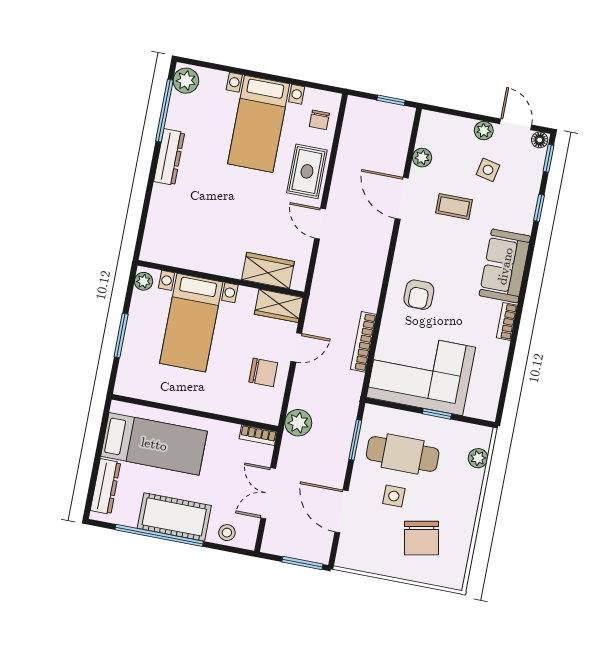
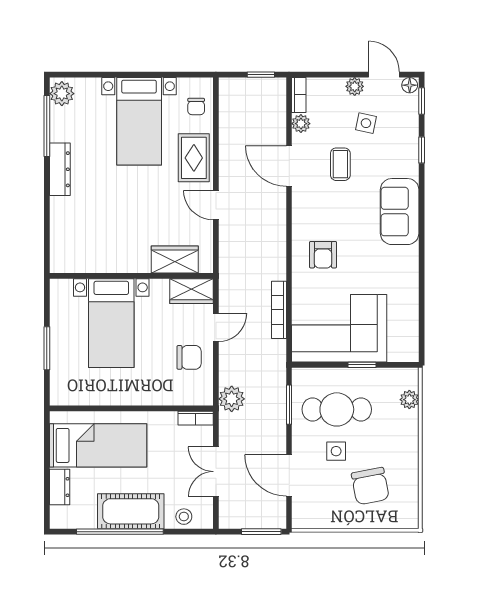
coffee table: (454, 206) -> (340, 164), turned 90
plant: (144, 281) -> (58, 292), removed
bookcase: (507, 321) -> (299, 95), moved, turned 180
dresser: (105, 486) -> (60, 487), width x0.70

